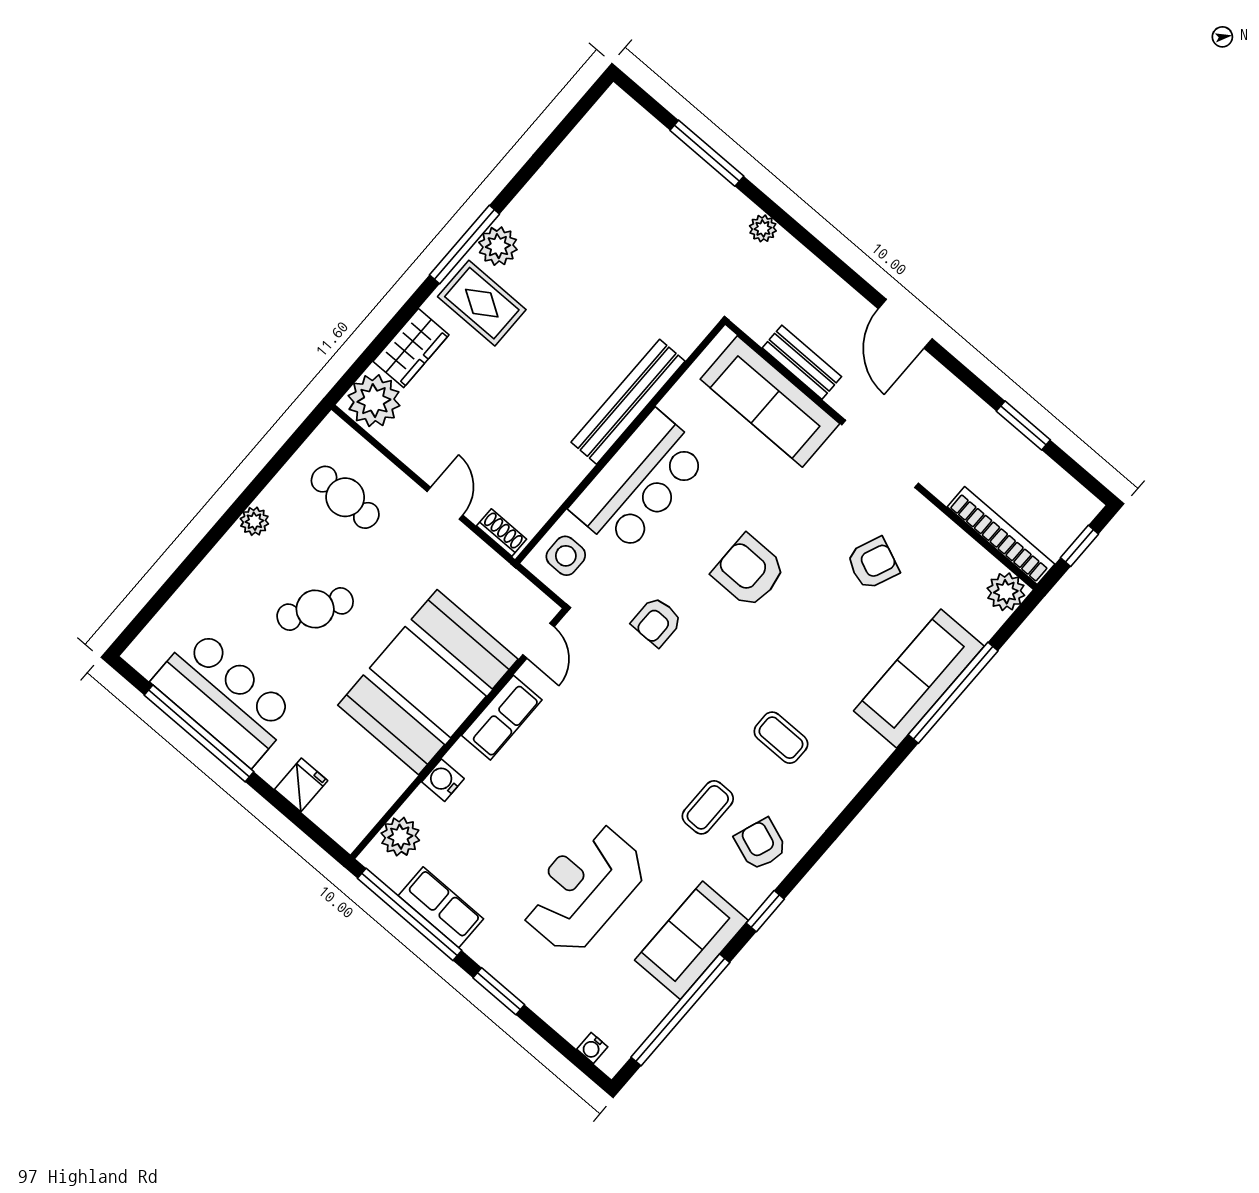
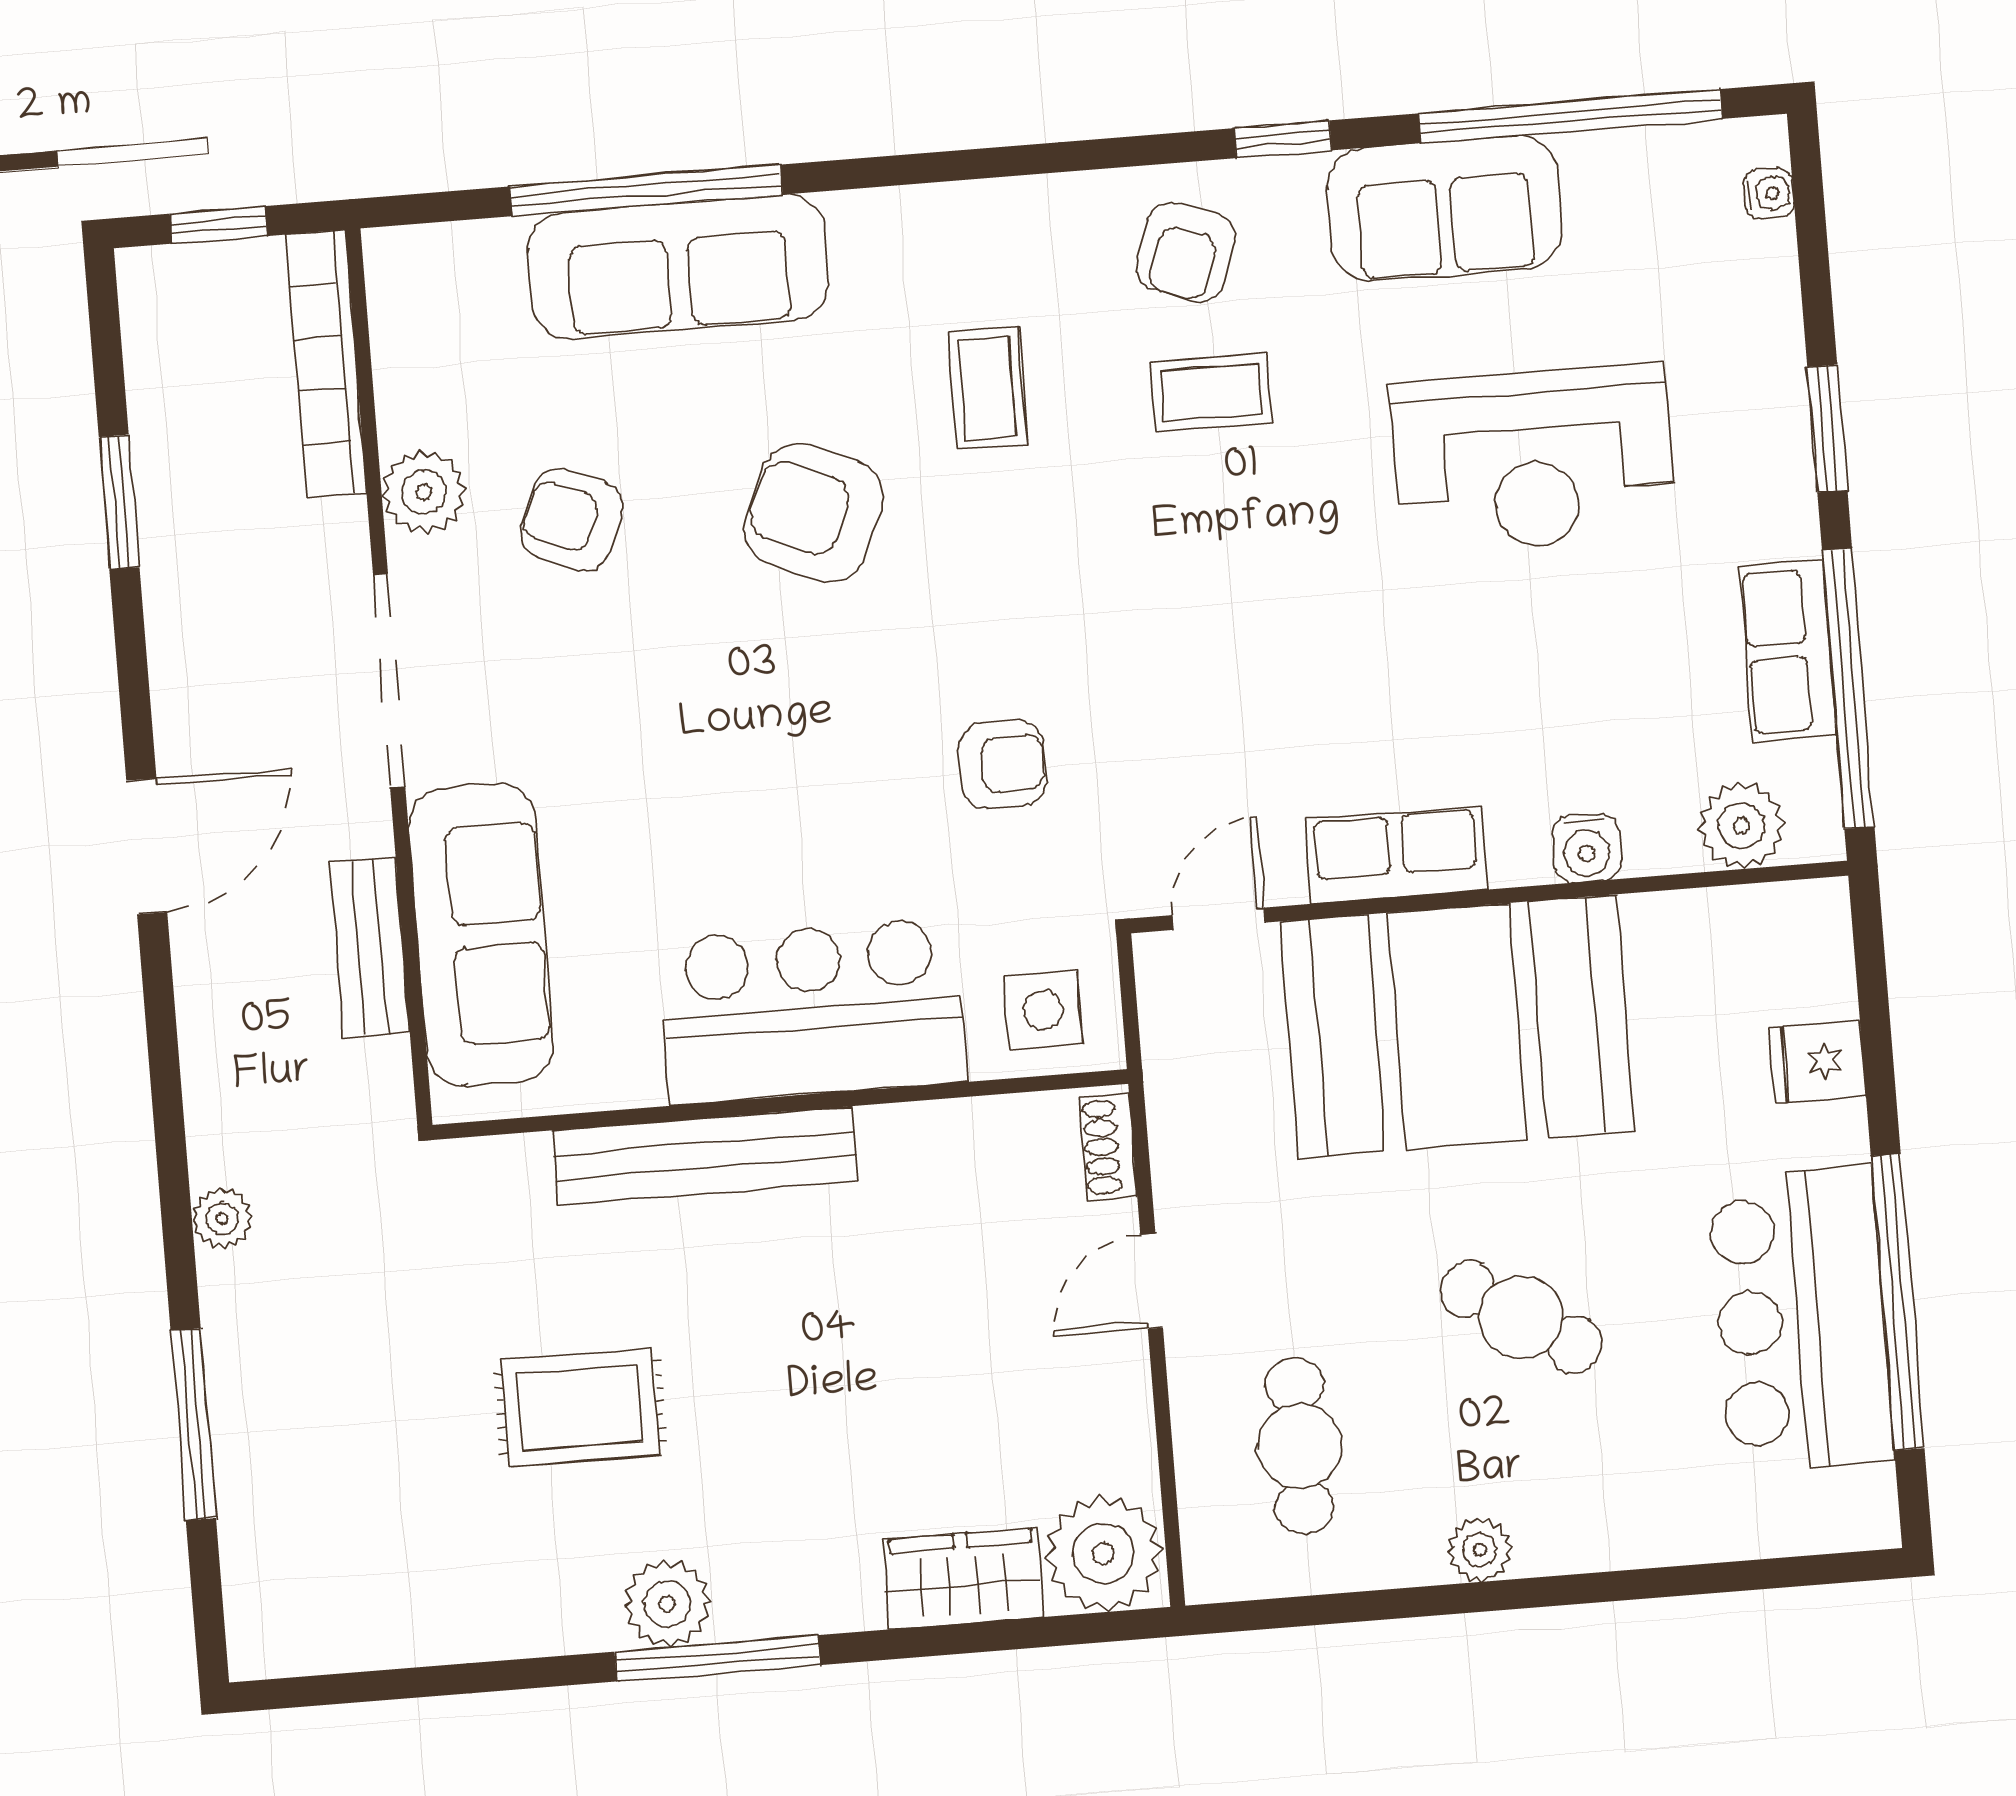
rug: (482, 303) -> (580, 1407), moved, turned 90
armchair: (749, 571) -> (814, 513), moved, turned 113
plant: (1006, 592) -> (424, 492), moved

